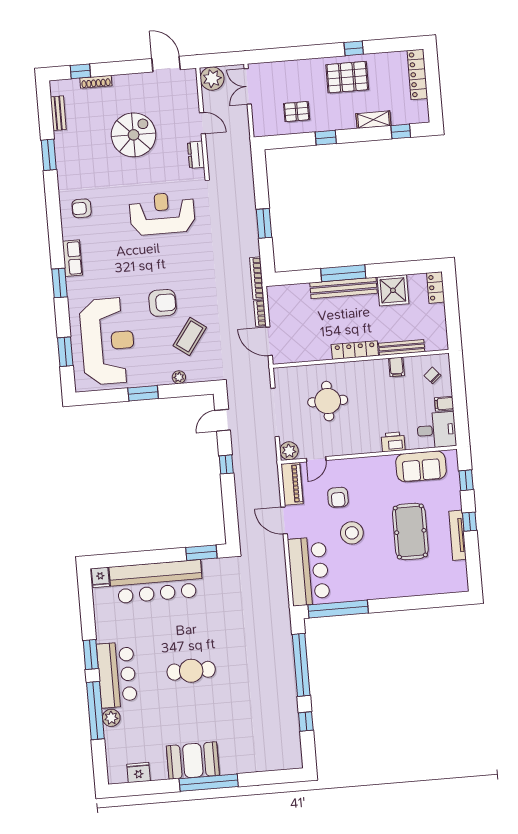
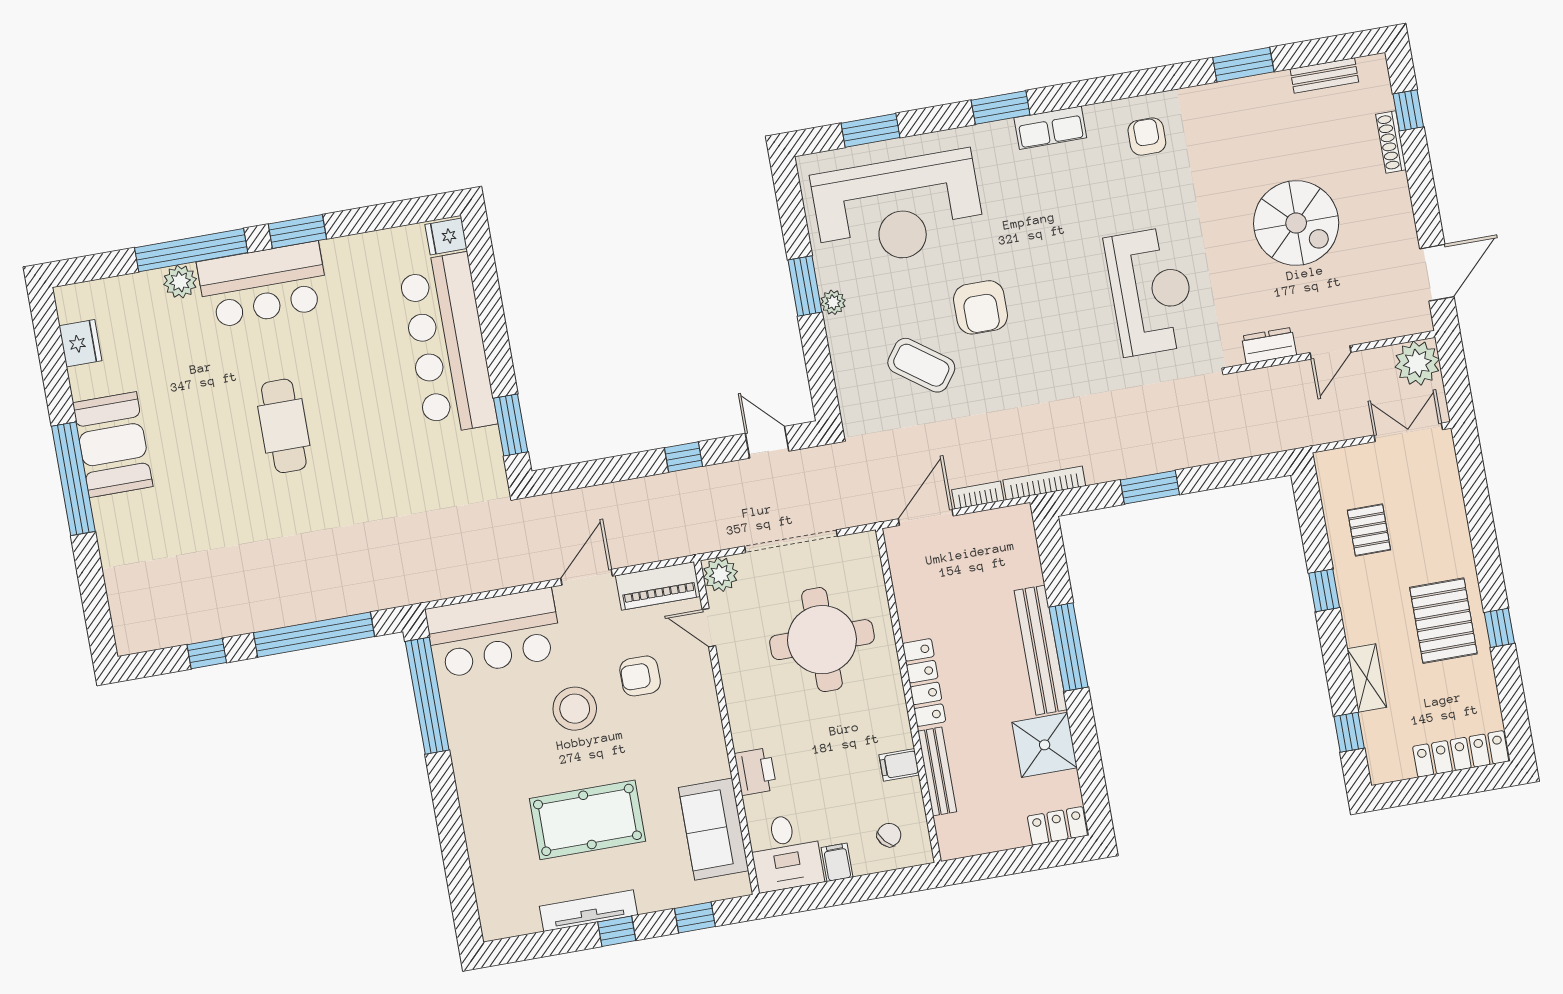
plant: (179, 377) -> (833, 302), moved
round table: (328, 401) -> (822, 640), width x1.36, depth x1.36

